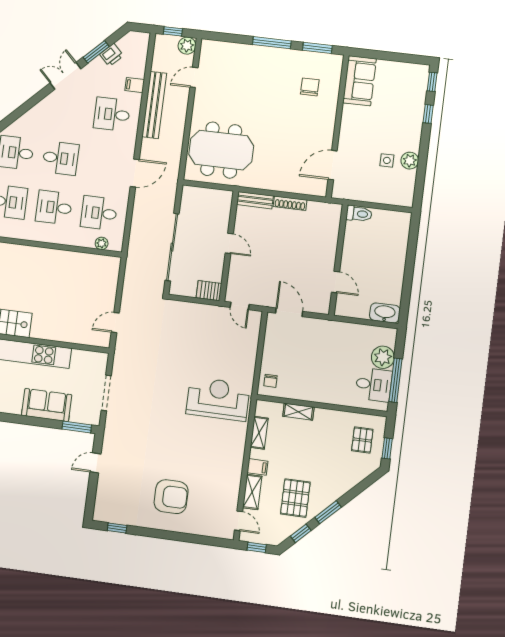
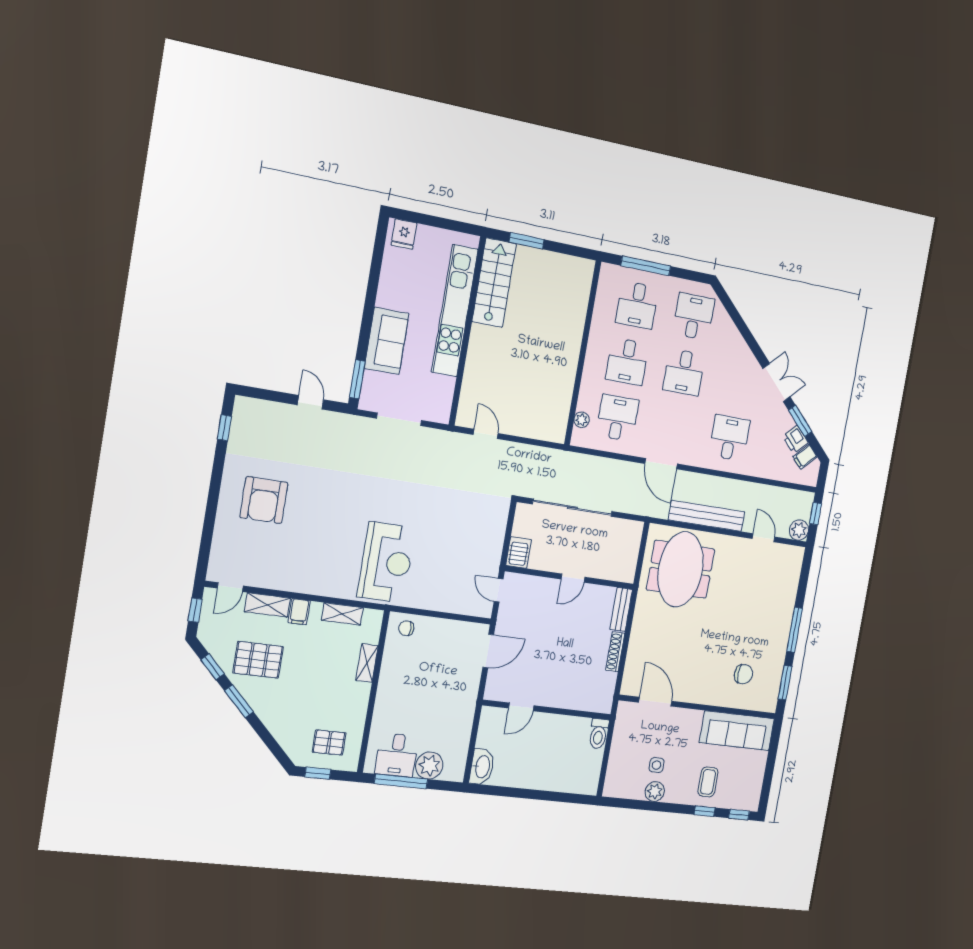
sofa: (360, 81) -> (737, 731), width x1.36
filing cabinet: (135, 85) -> (805, 457), moved, turned -135
bench: (154, 105) -> (707, 516), moved
coffee table: (403, 113) -> (708, 782), added
desk: (54, 207) -> (627, 362), turned 180
door: (240, 306) -> (499, 590), hinge flipped

